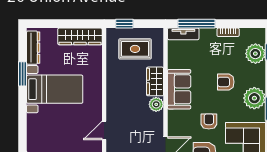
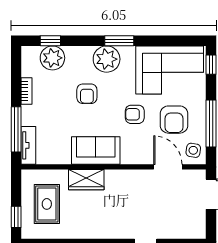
plant: (156, 104) -> (114, 178), removed

